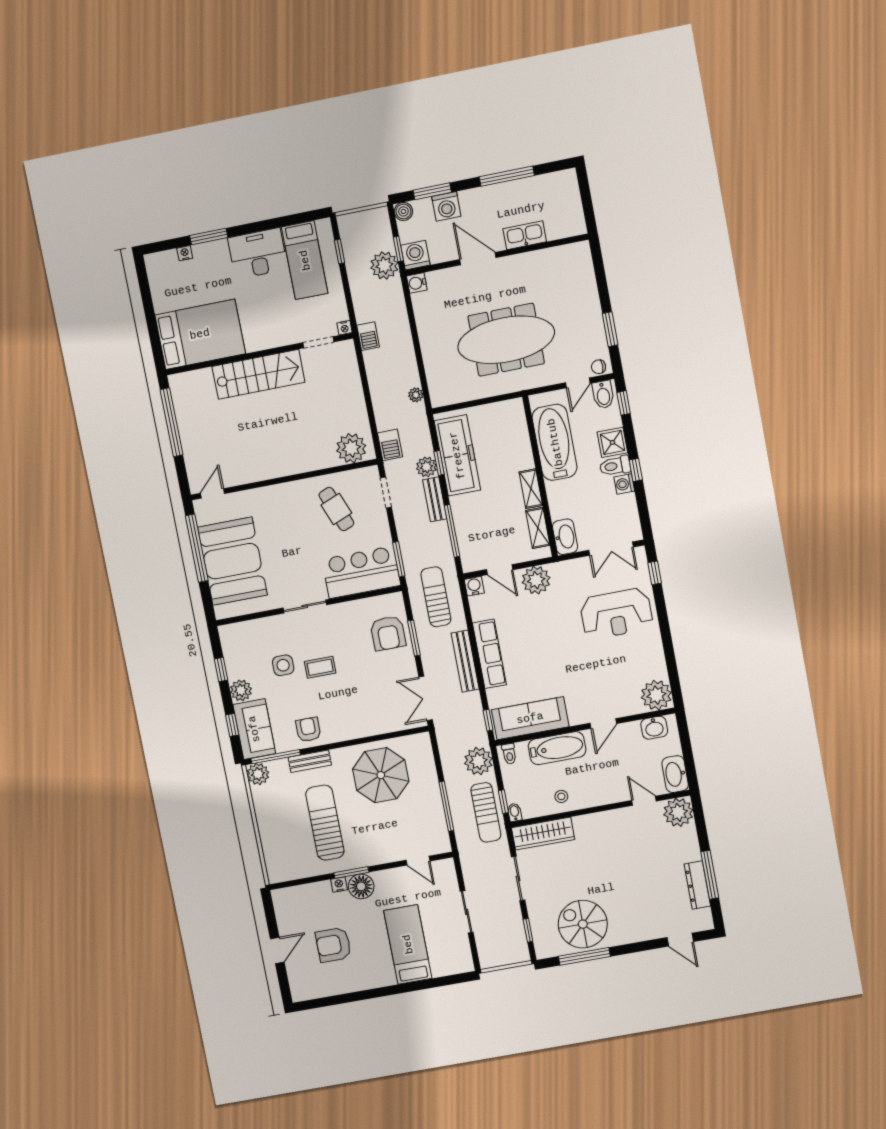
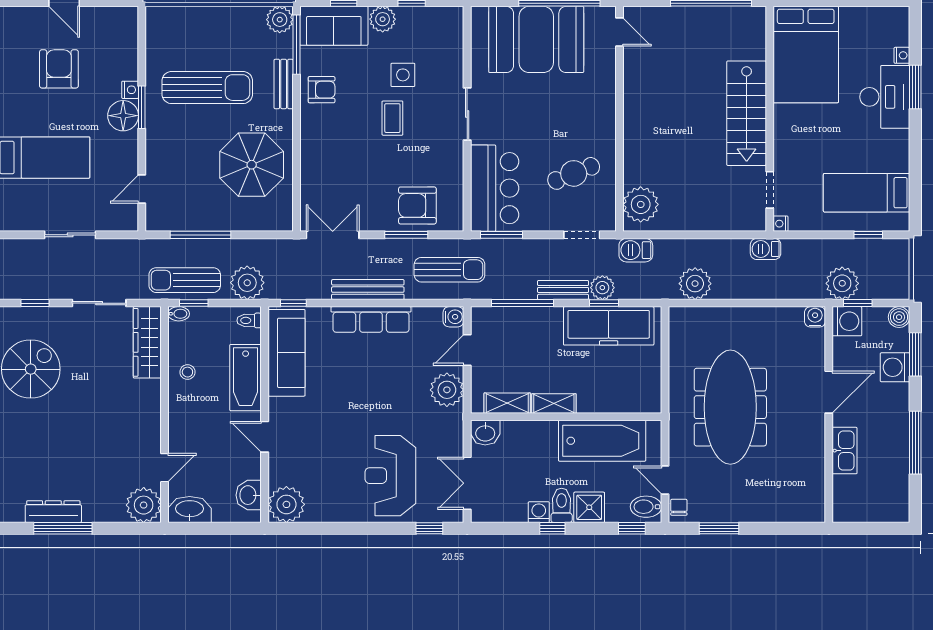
desk: (258, 253) -> (885, 97), moved
plant: (416, 395) -> (695, 284), width x1.88, depth x1.88
washbasin: (565, 537) -> (485, 433), width x0.72

